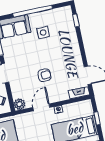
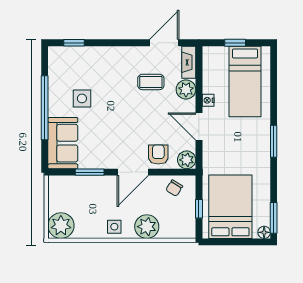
coffee table: (62, 72) -> (151, 82), added
armchair: (44, 75) -> (158, 154), moved
plant: (62, 95) -> (186, 90), added

